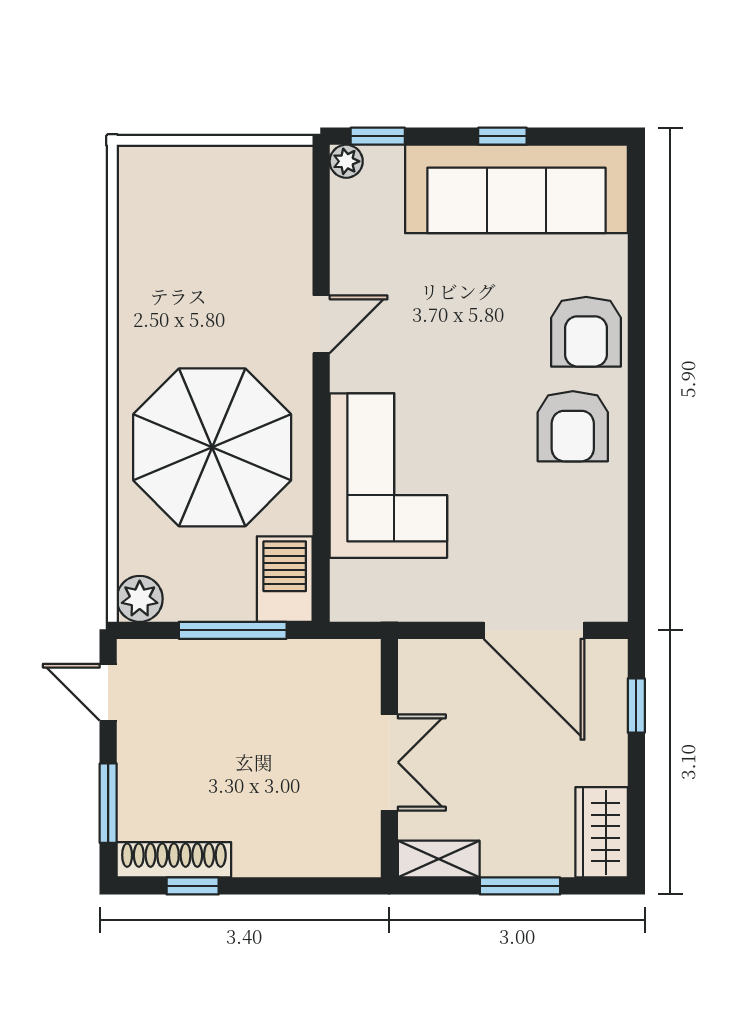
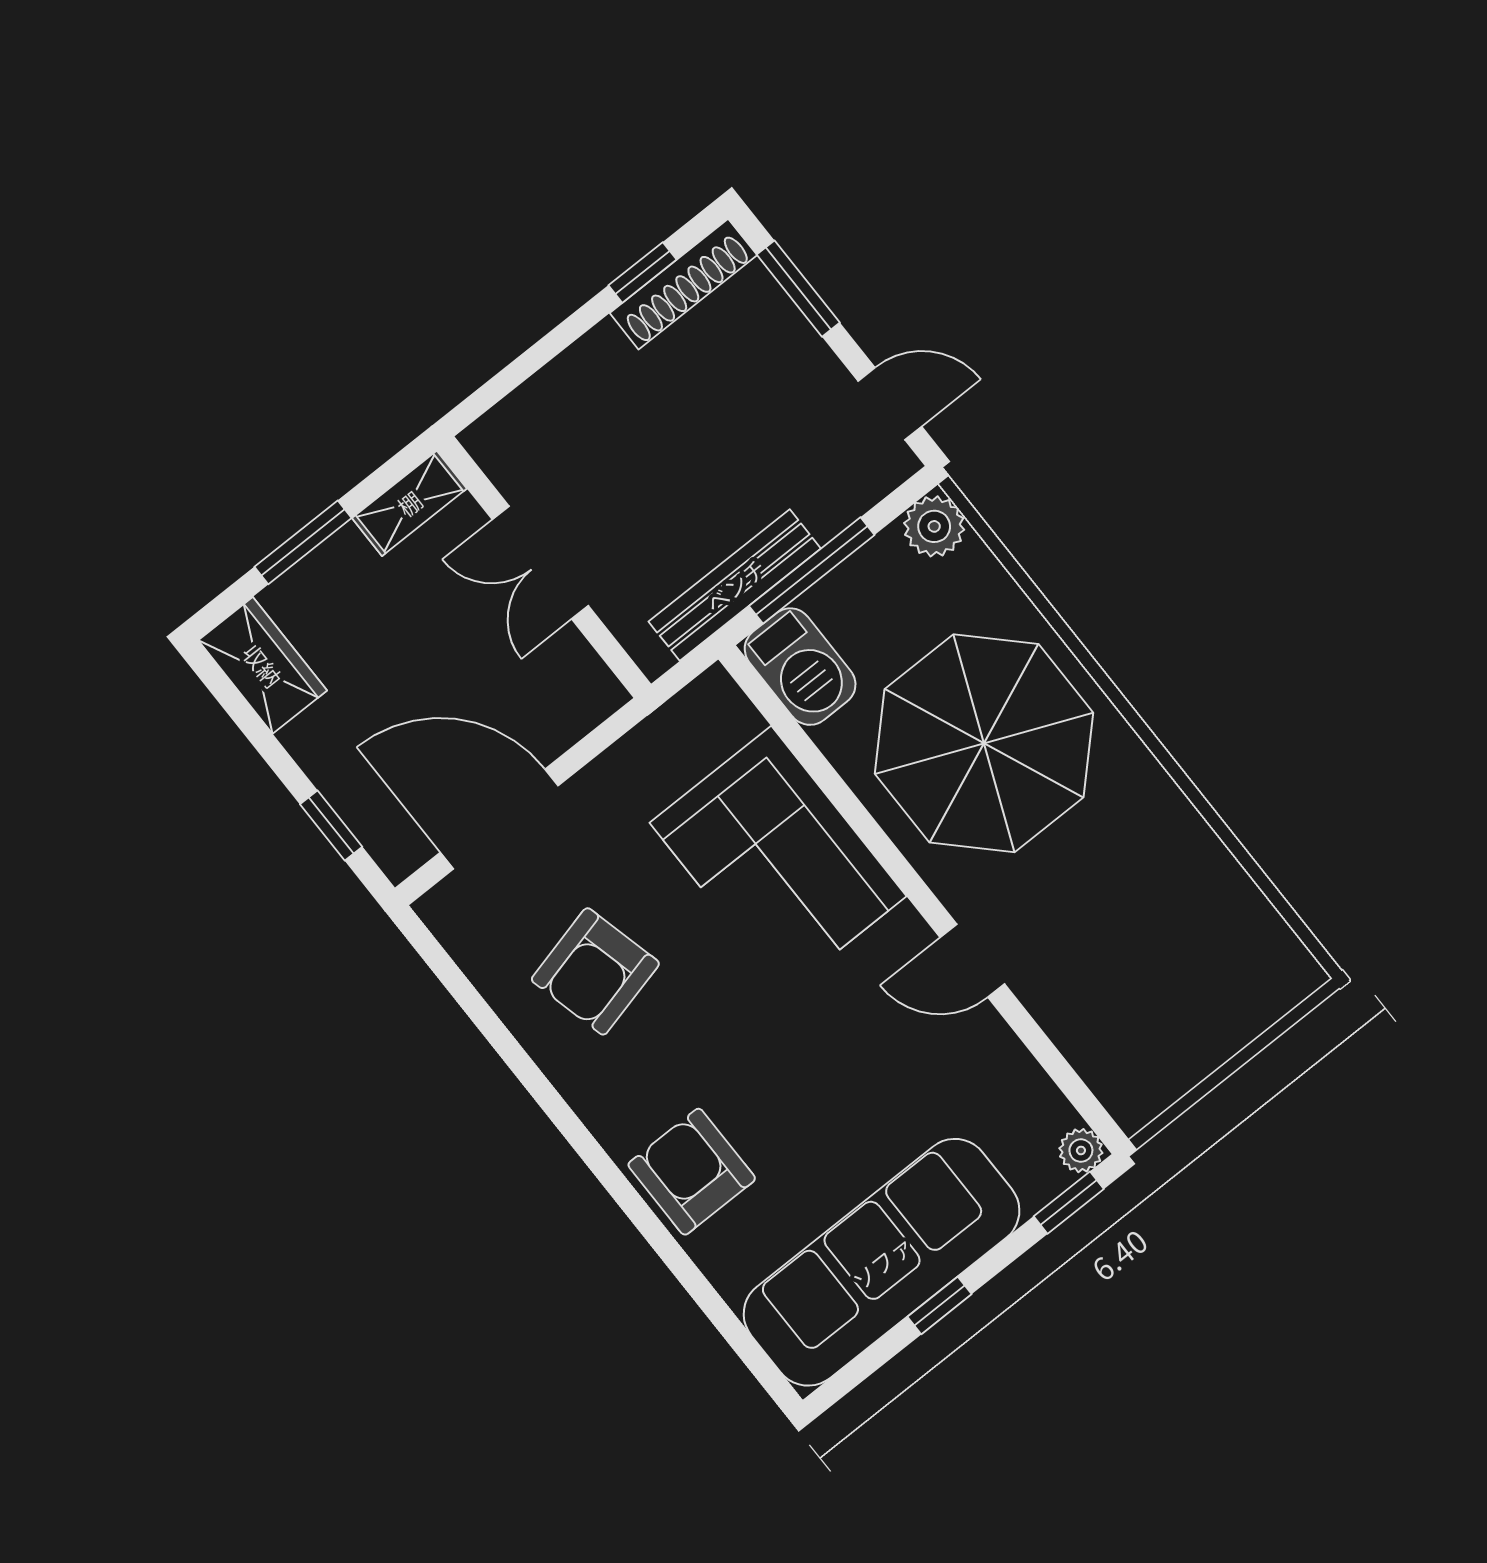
door: (321, 324) -> (972, 961), hinge flipped
armchair: (573, 426) -> (595, 971), moved, turned -104
bench: (285, 658) -> (735, 585), added

